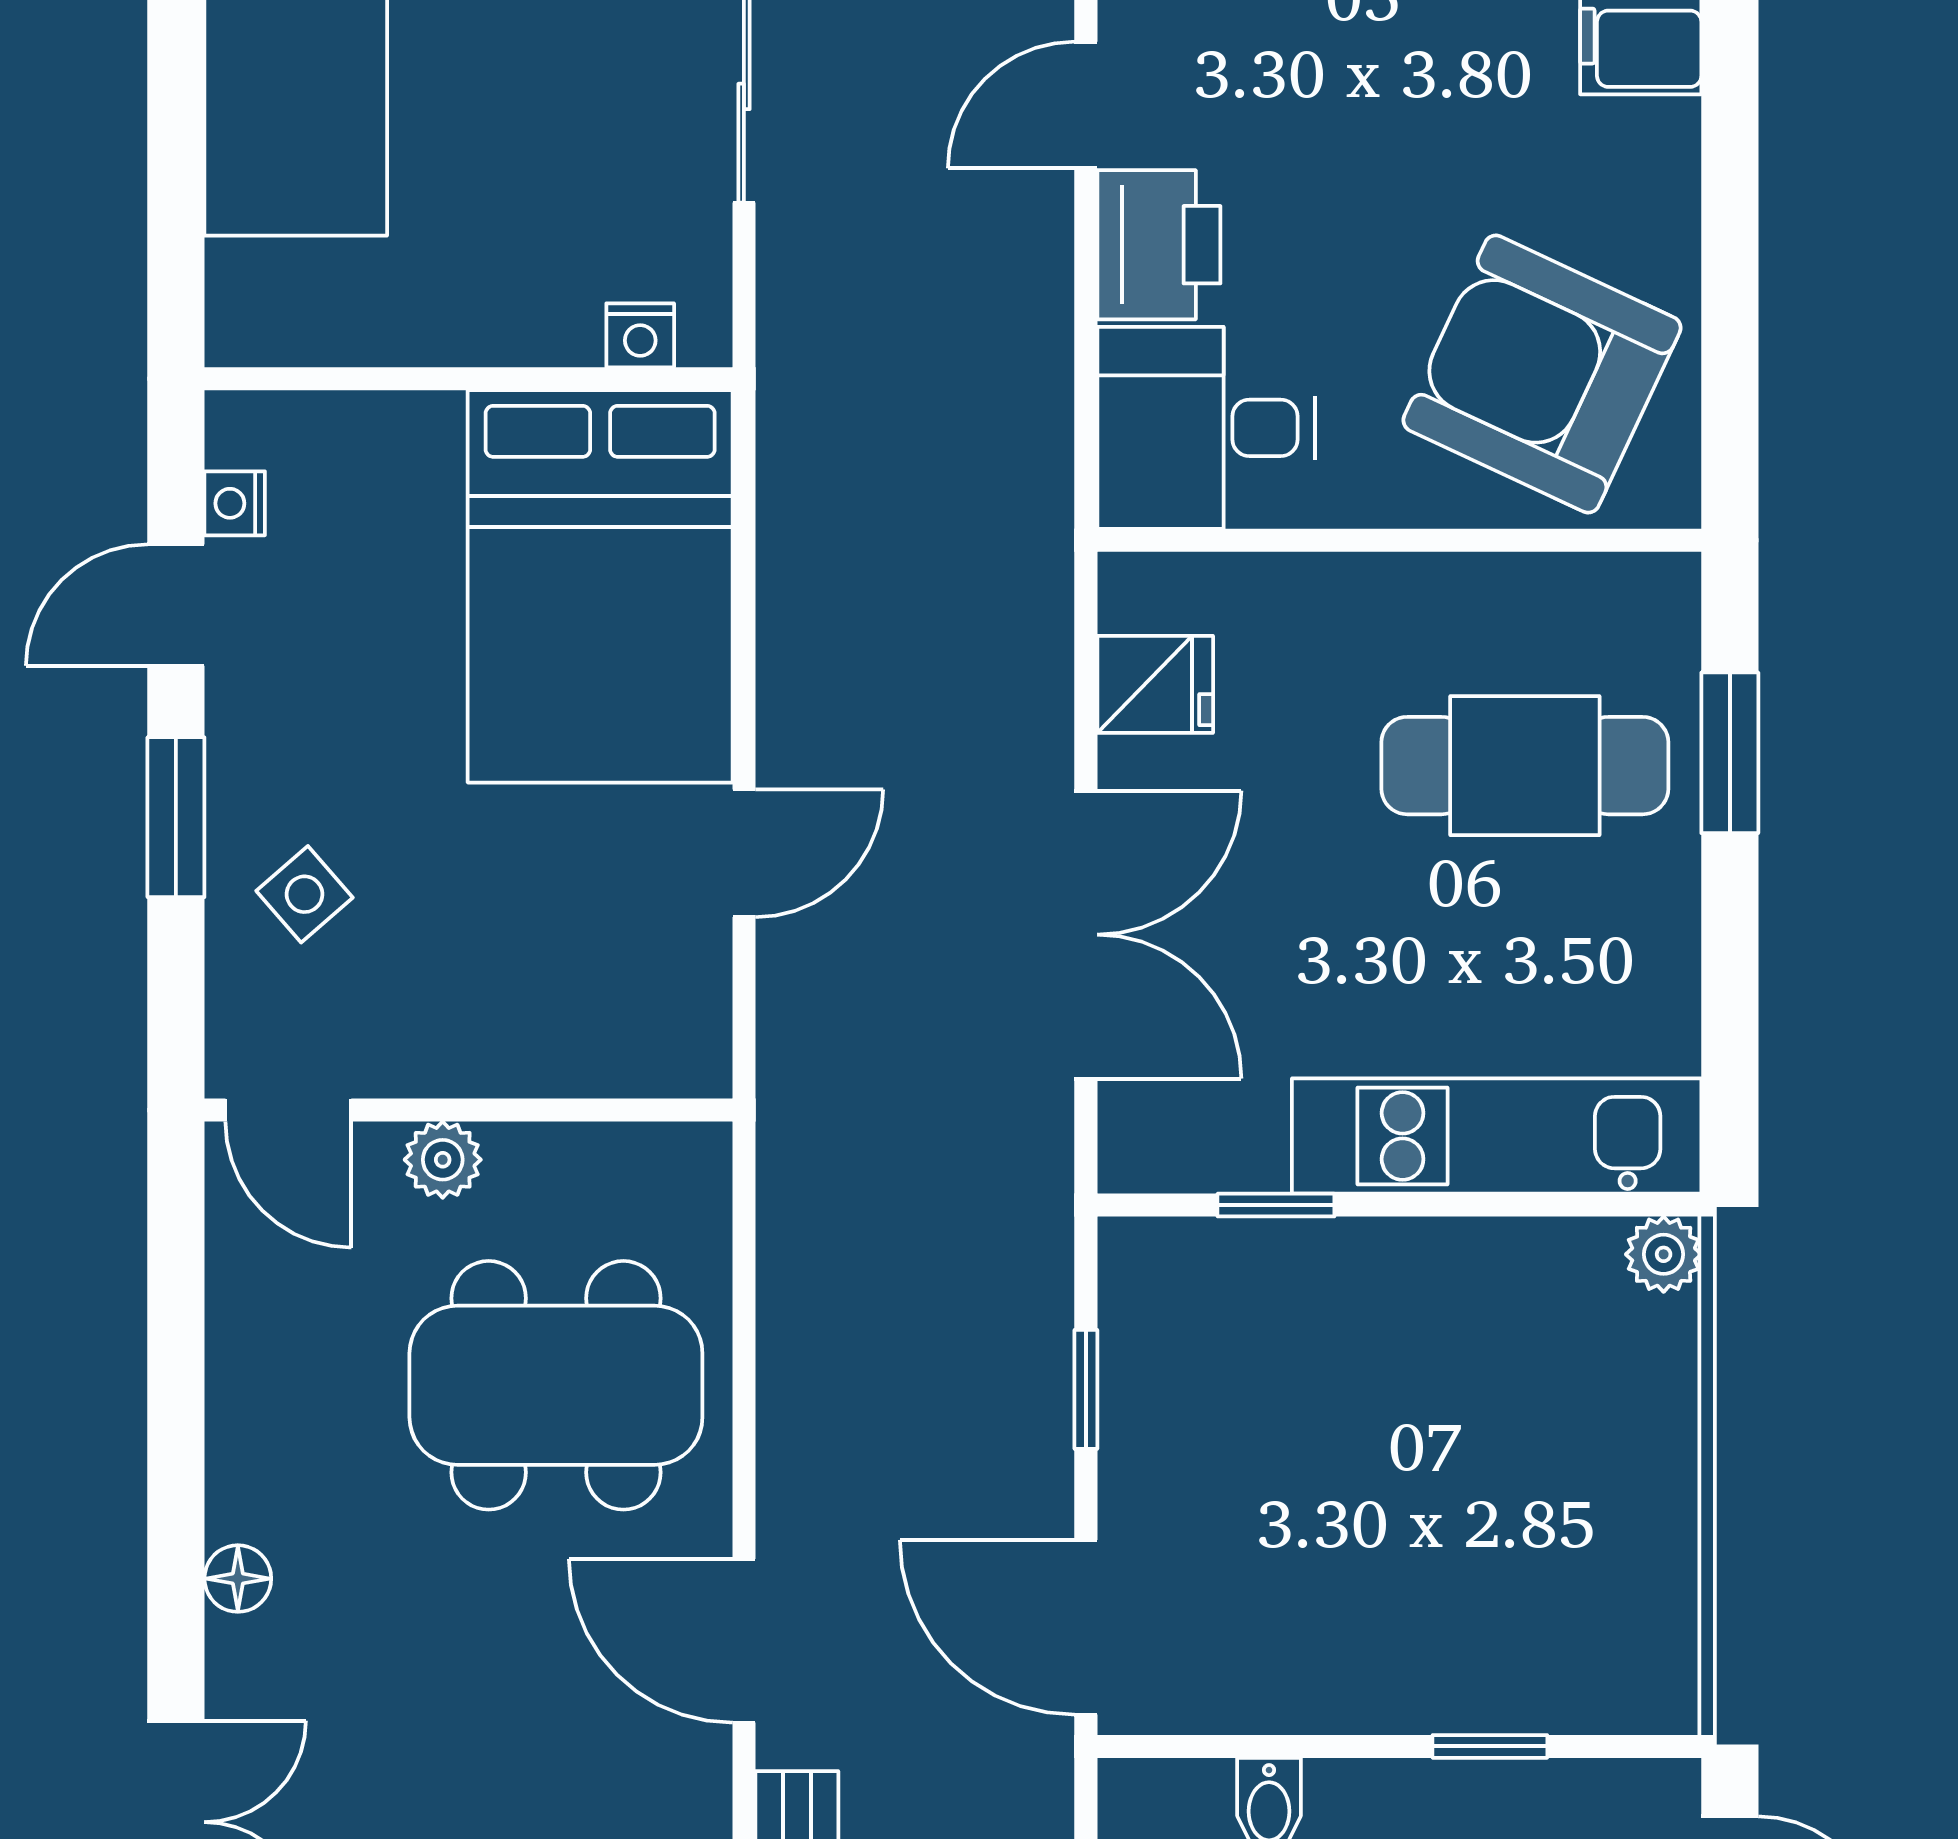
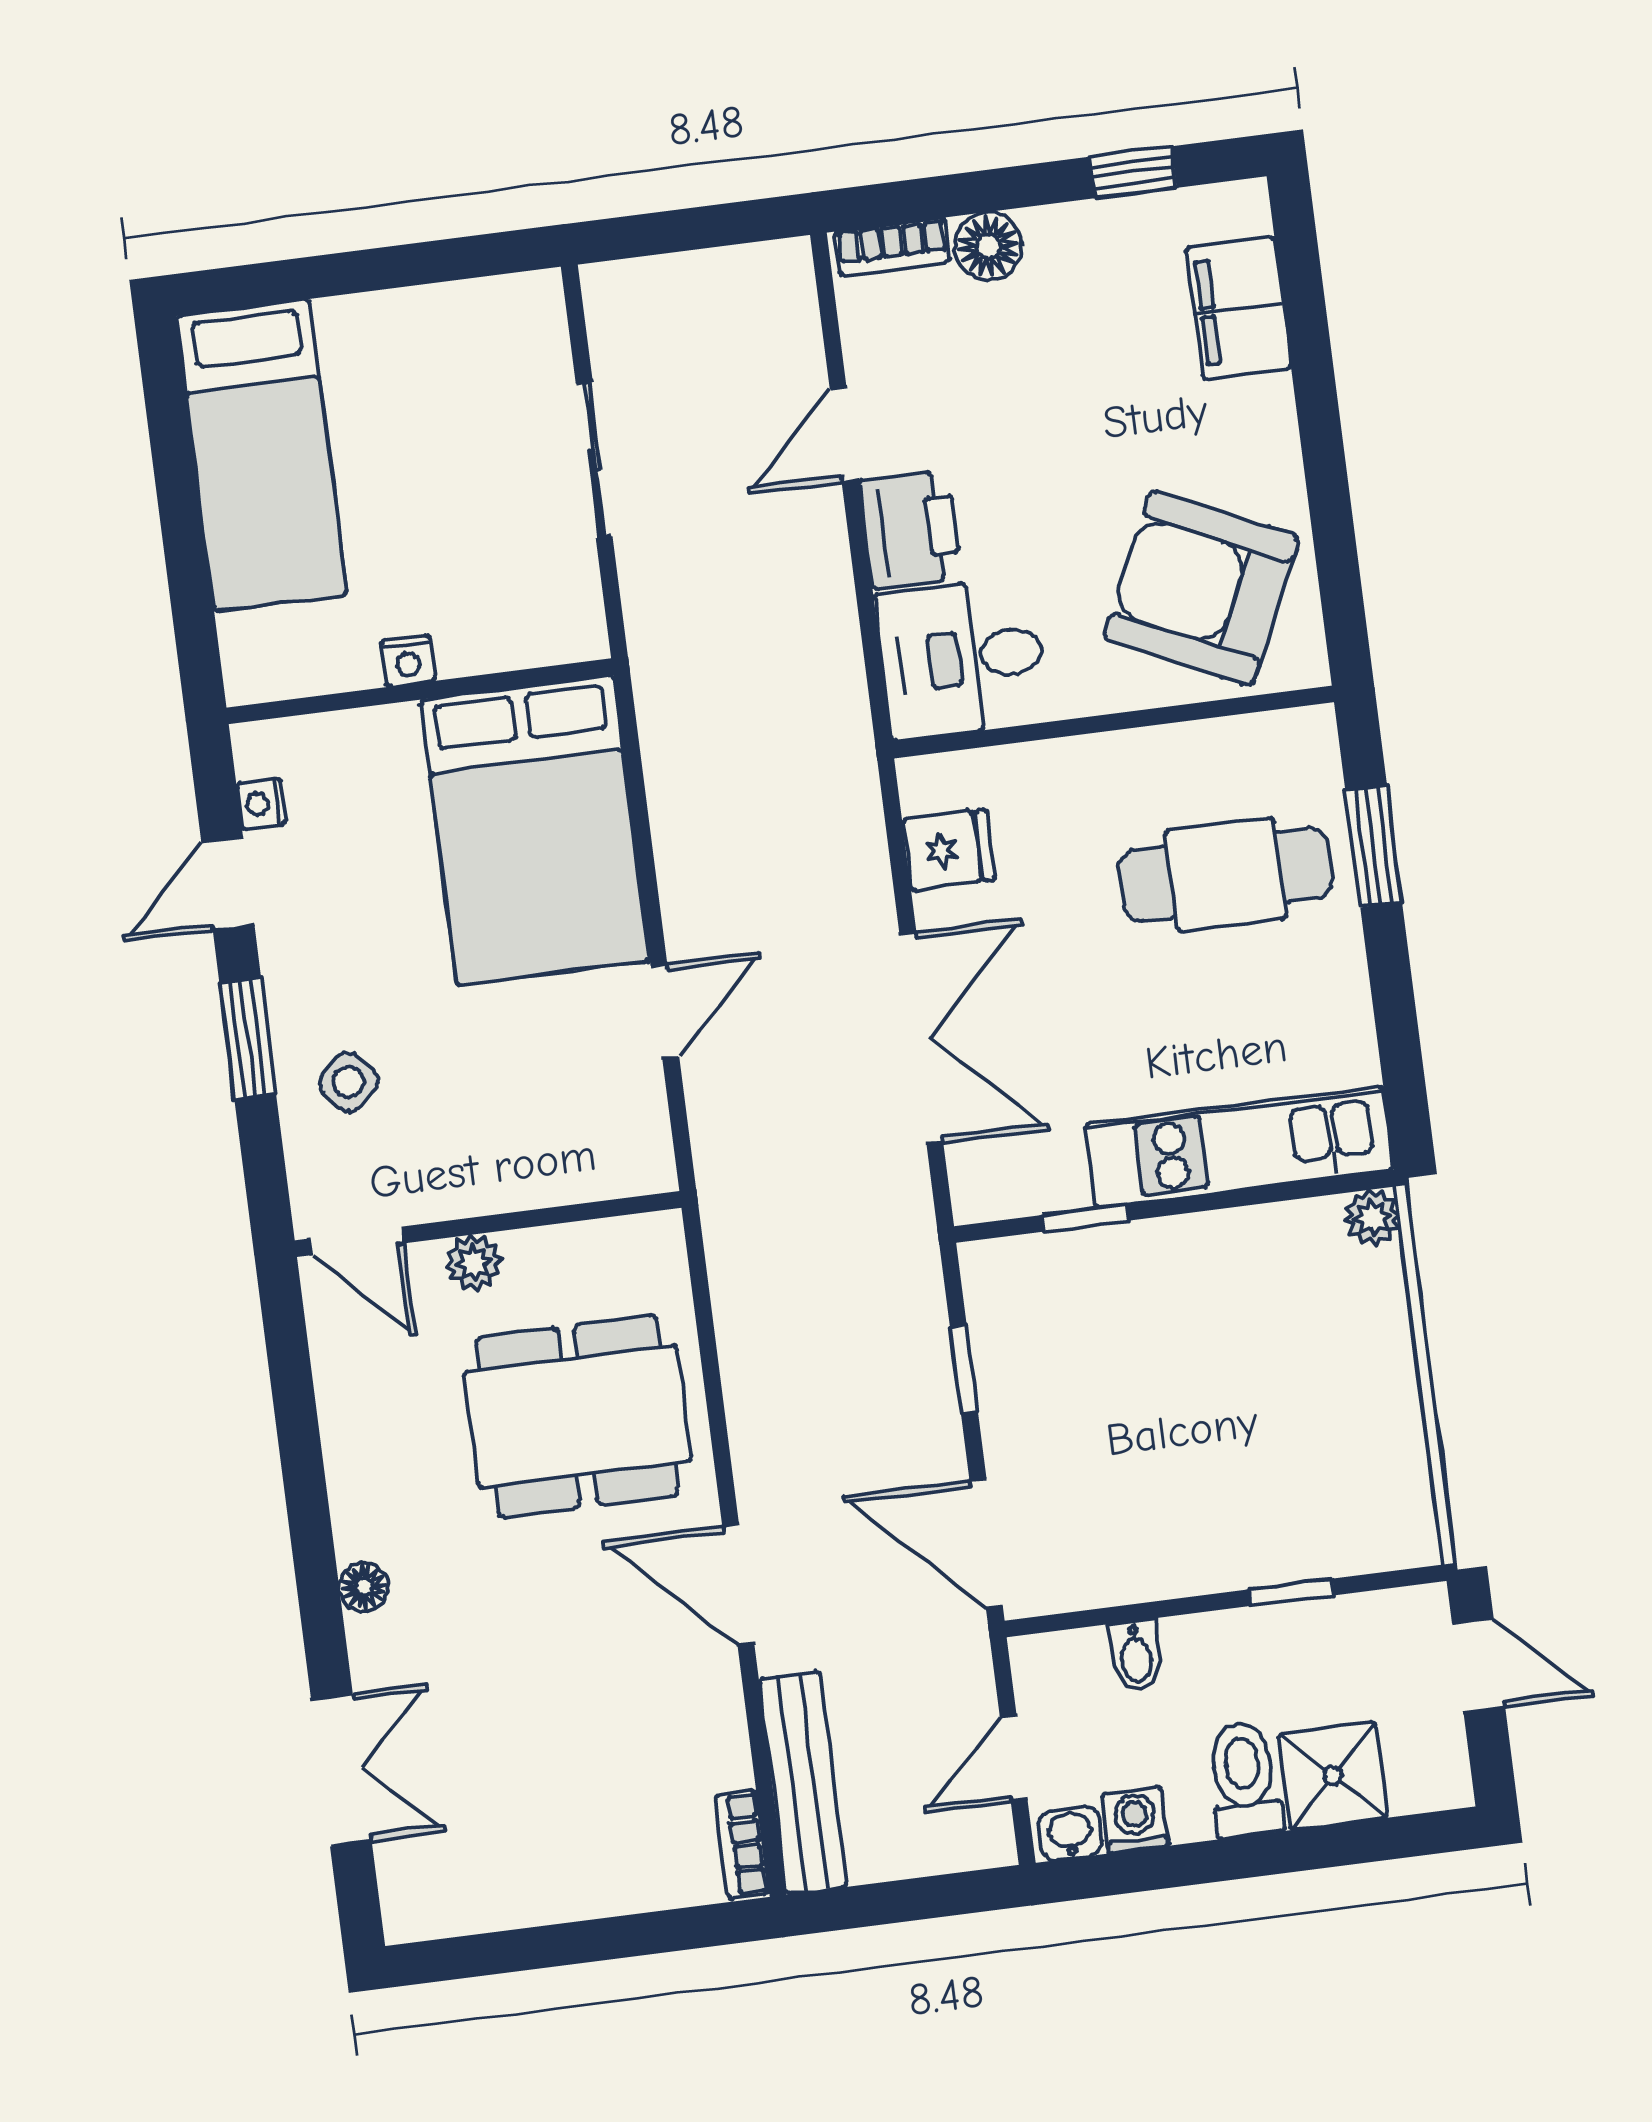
nightstand: (640, 335) -> (408, 661), moved

